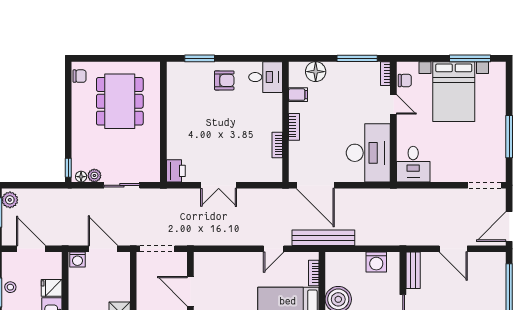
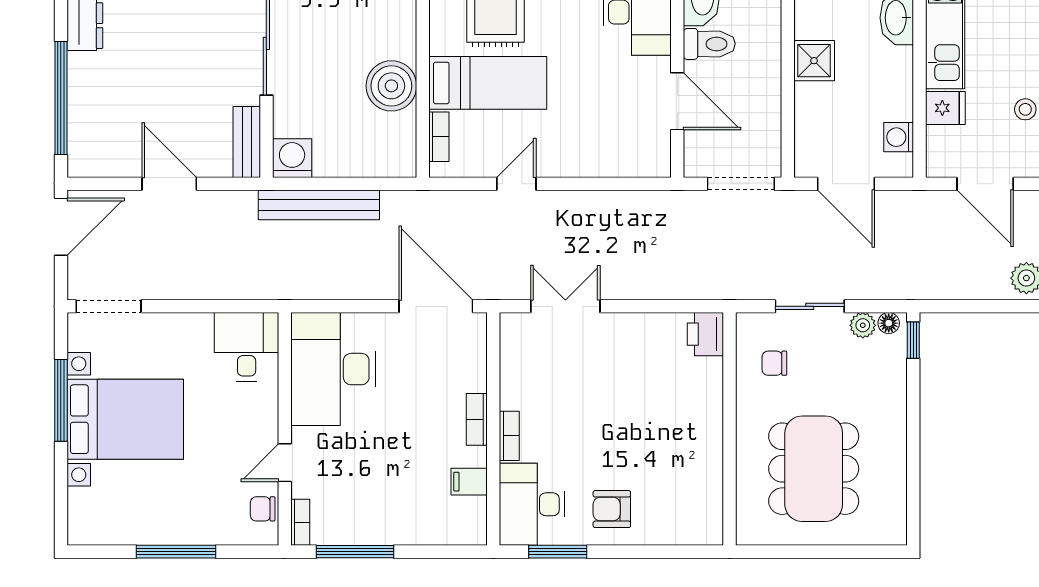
window: (200, 58) -> (558, 552), moved
window: (470, 58) -> (176, 552), moved
floor lamp: (316, 72) -> (435, 526), removed
chair: (80, 76) -> (774, 363), moved
desk: (266, 77) -> (532, 504), width x1.37
bed with nightstands: (454, 92) -> (125, 419), moved, turned 90
door: (393, 104) -> (285, 463), hinge flipped
bookcase: (277, 145) -> (509, 436), moved
double door: (219, 185) -> (565, 306), moved
bench: (323, 238) -> (319, 205), moved
washing machine: (77, 259) -> (899, 137), moved, turned -90
washing machine: (376, 262) -> (292, 158), moved

